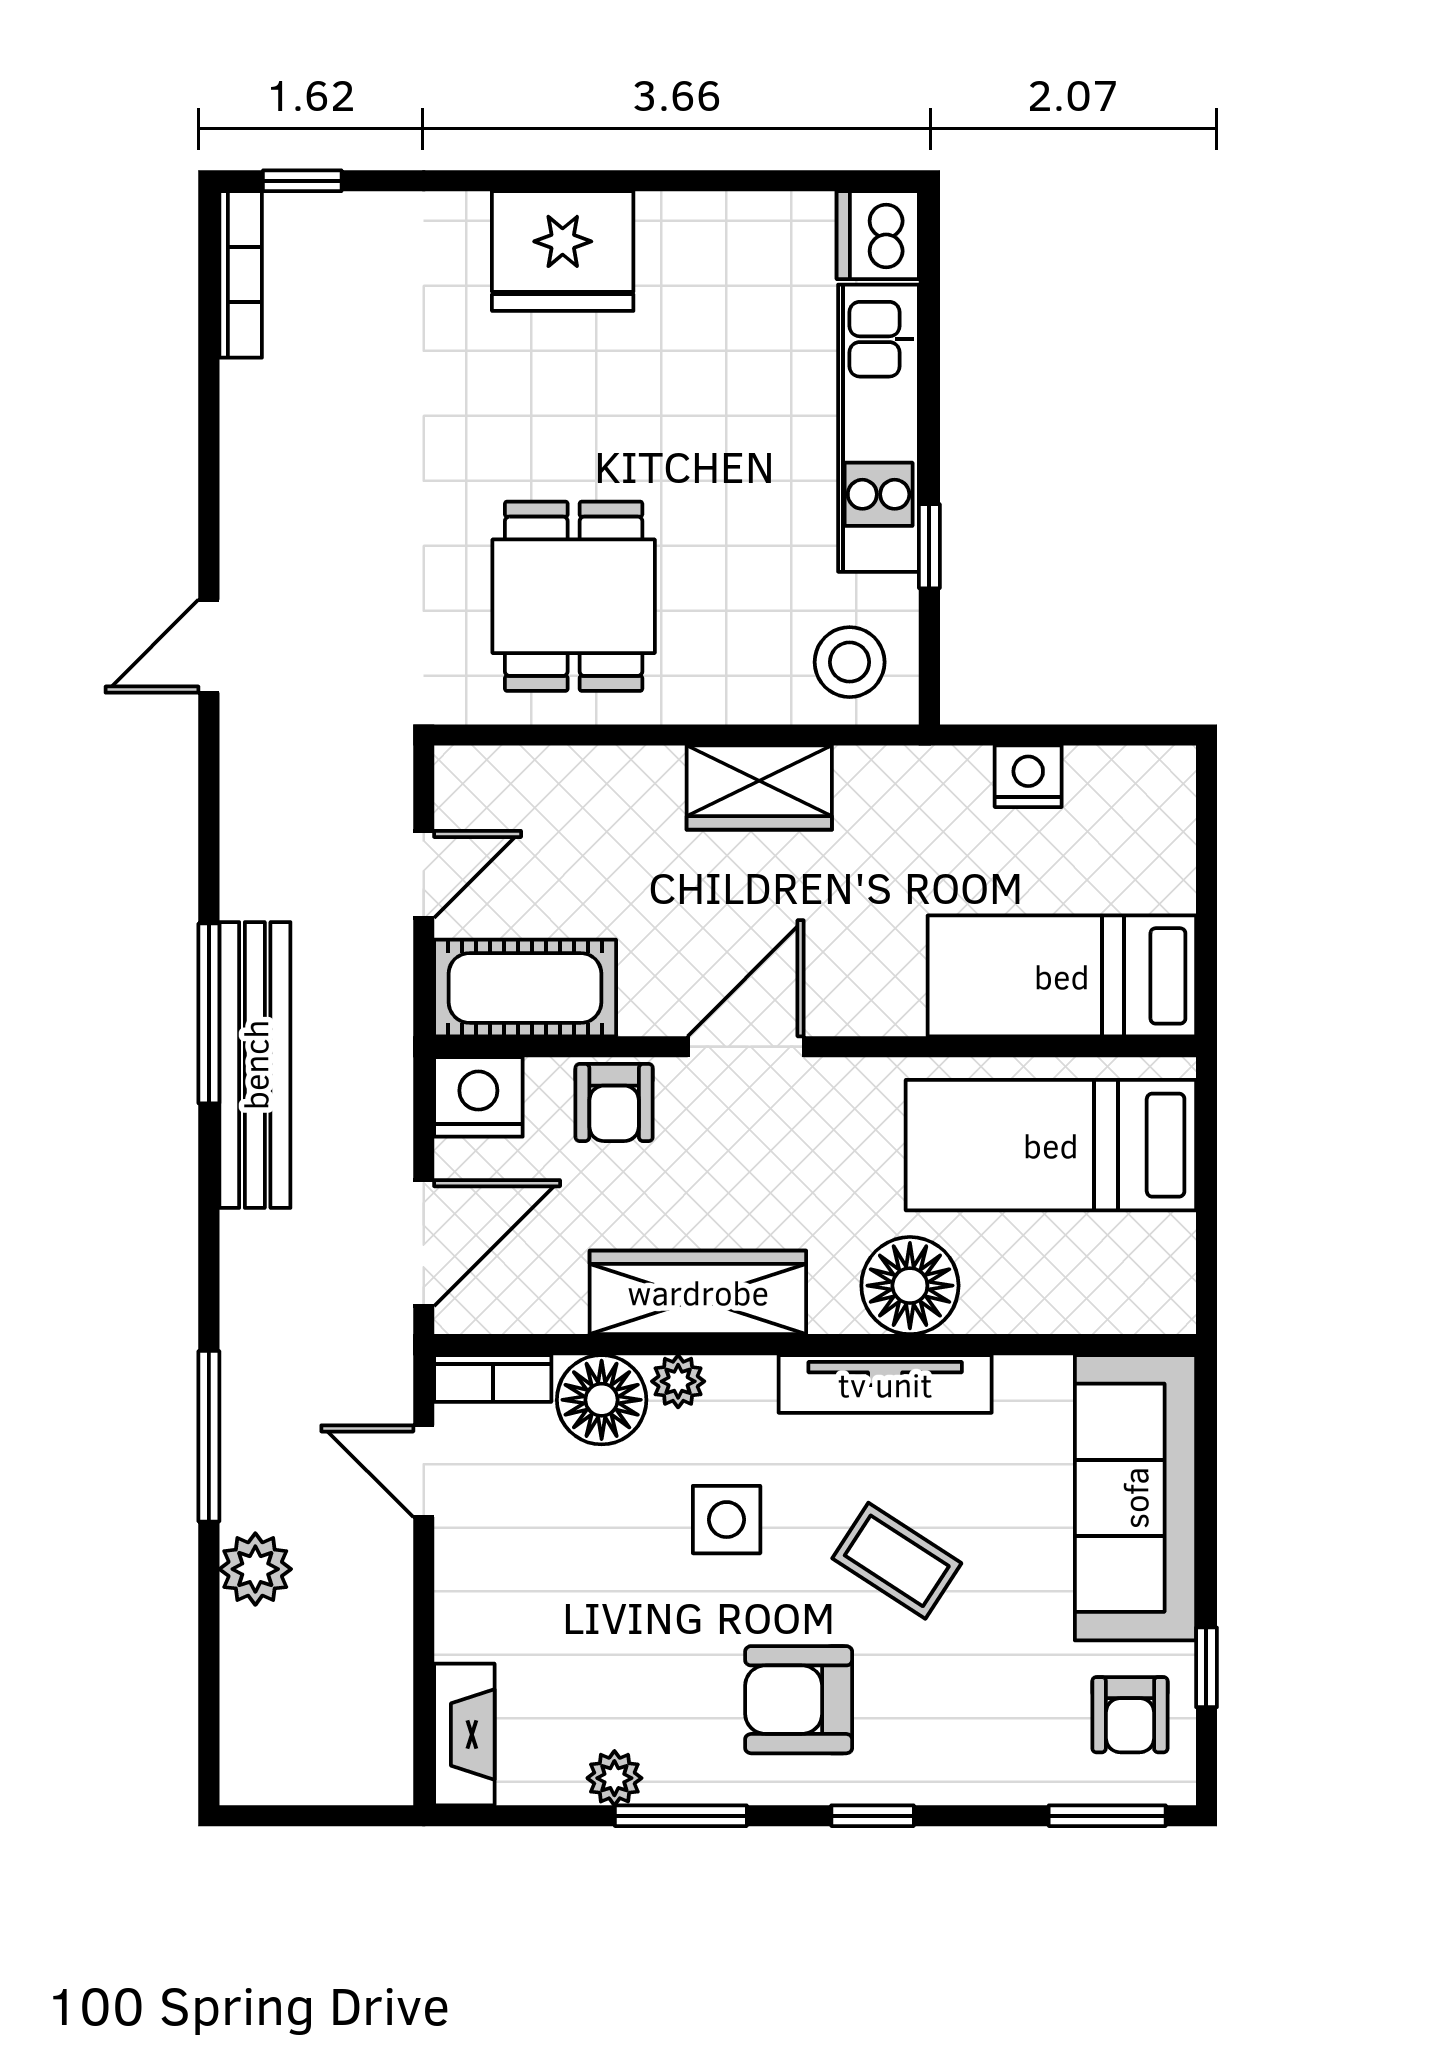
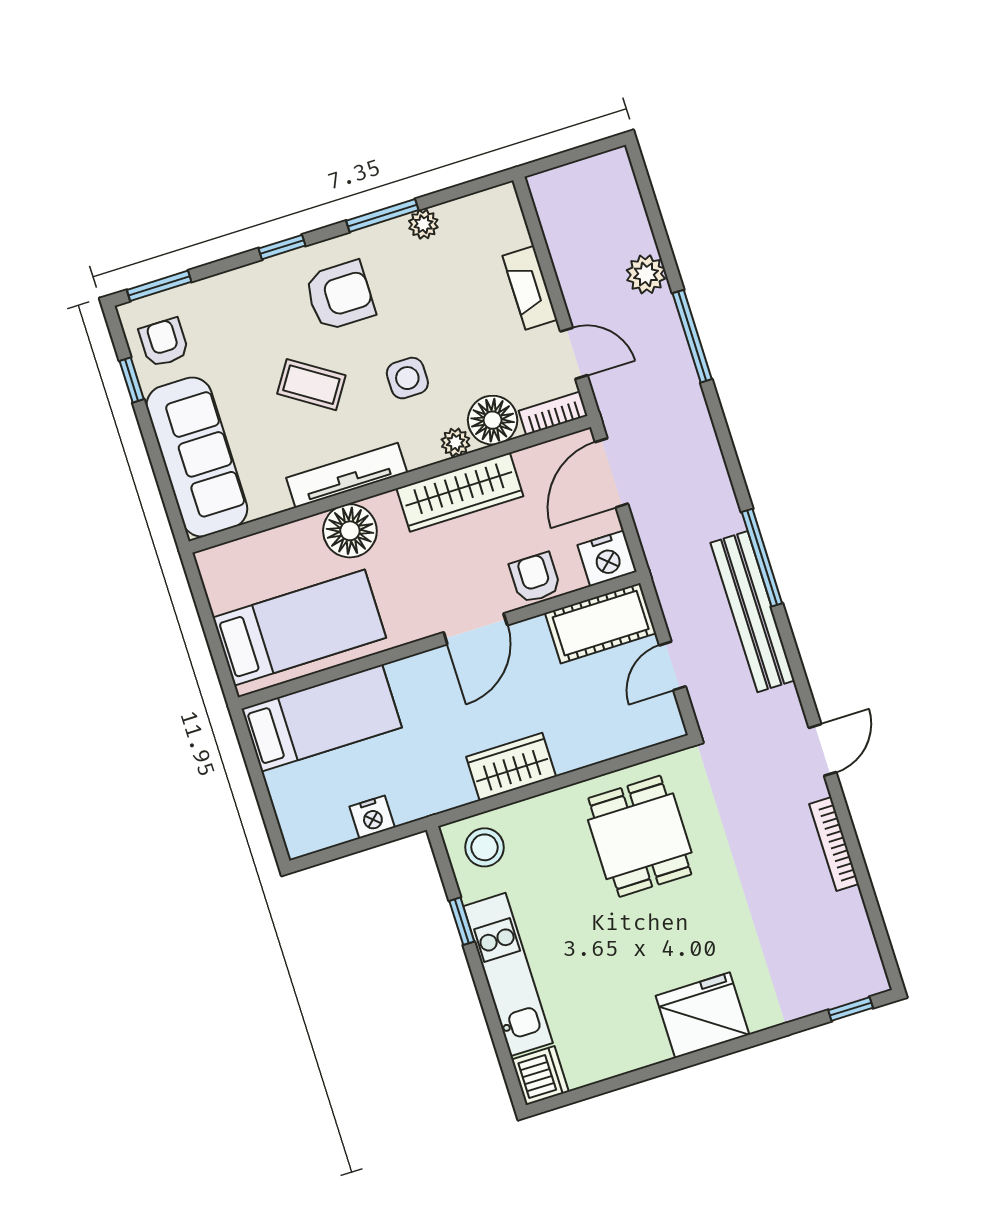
bookcase: (241, 274) -> (834, 844), moved
bench: (255, 1065) -> (753, 612), moved
fireplace: (464, 1734) -> (530, 288), moved

